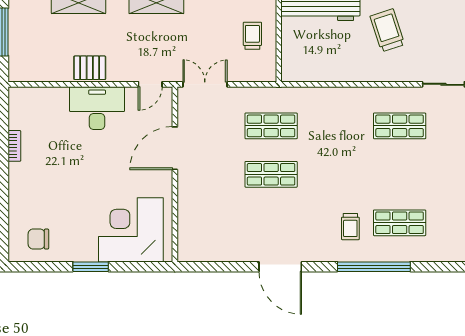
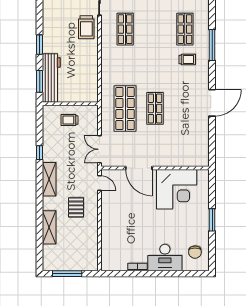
trolley: (387, 30) -> (86, 27), moved, turned -72
pallet: (90, 68) -> (76, 207), moved
desk: (97, 108) -> (165, 257), moved, turned -90
shop shelf: (271, 126) -> (125, 108), width x1.43, depth x1.36
corner desk: (131, 230) -> (177, 189), moved, turned -90
window: (374, 267) -> (212, 45), width x0.68

